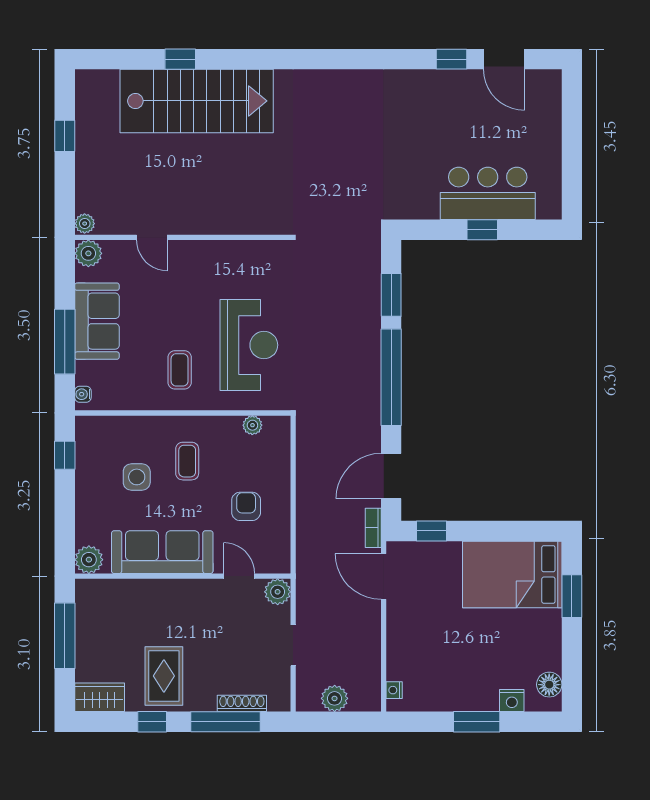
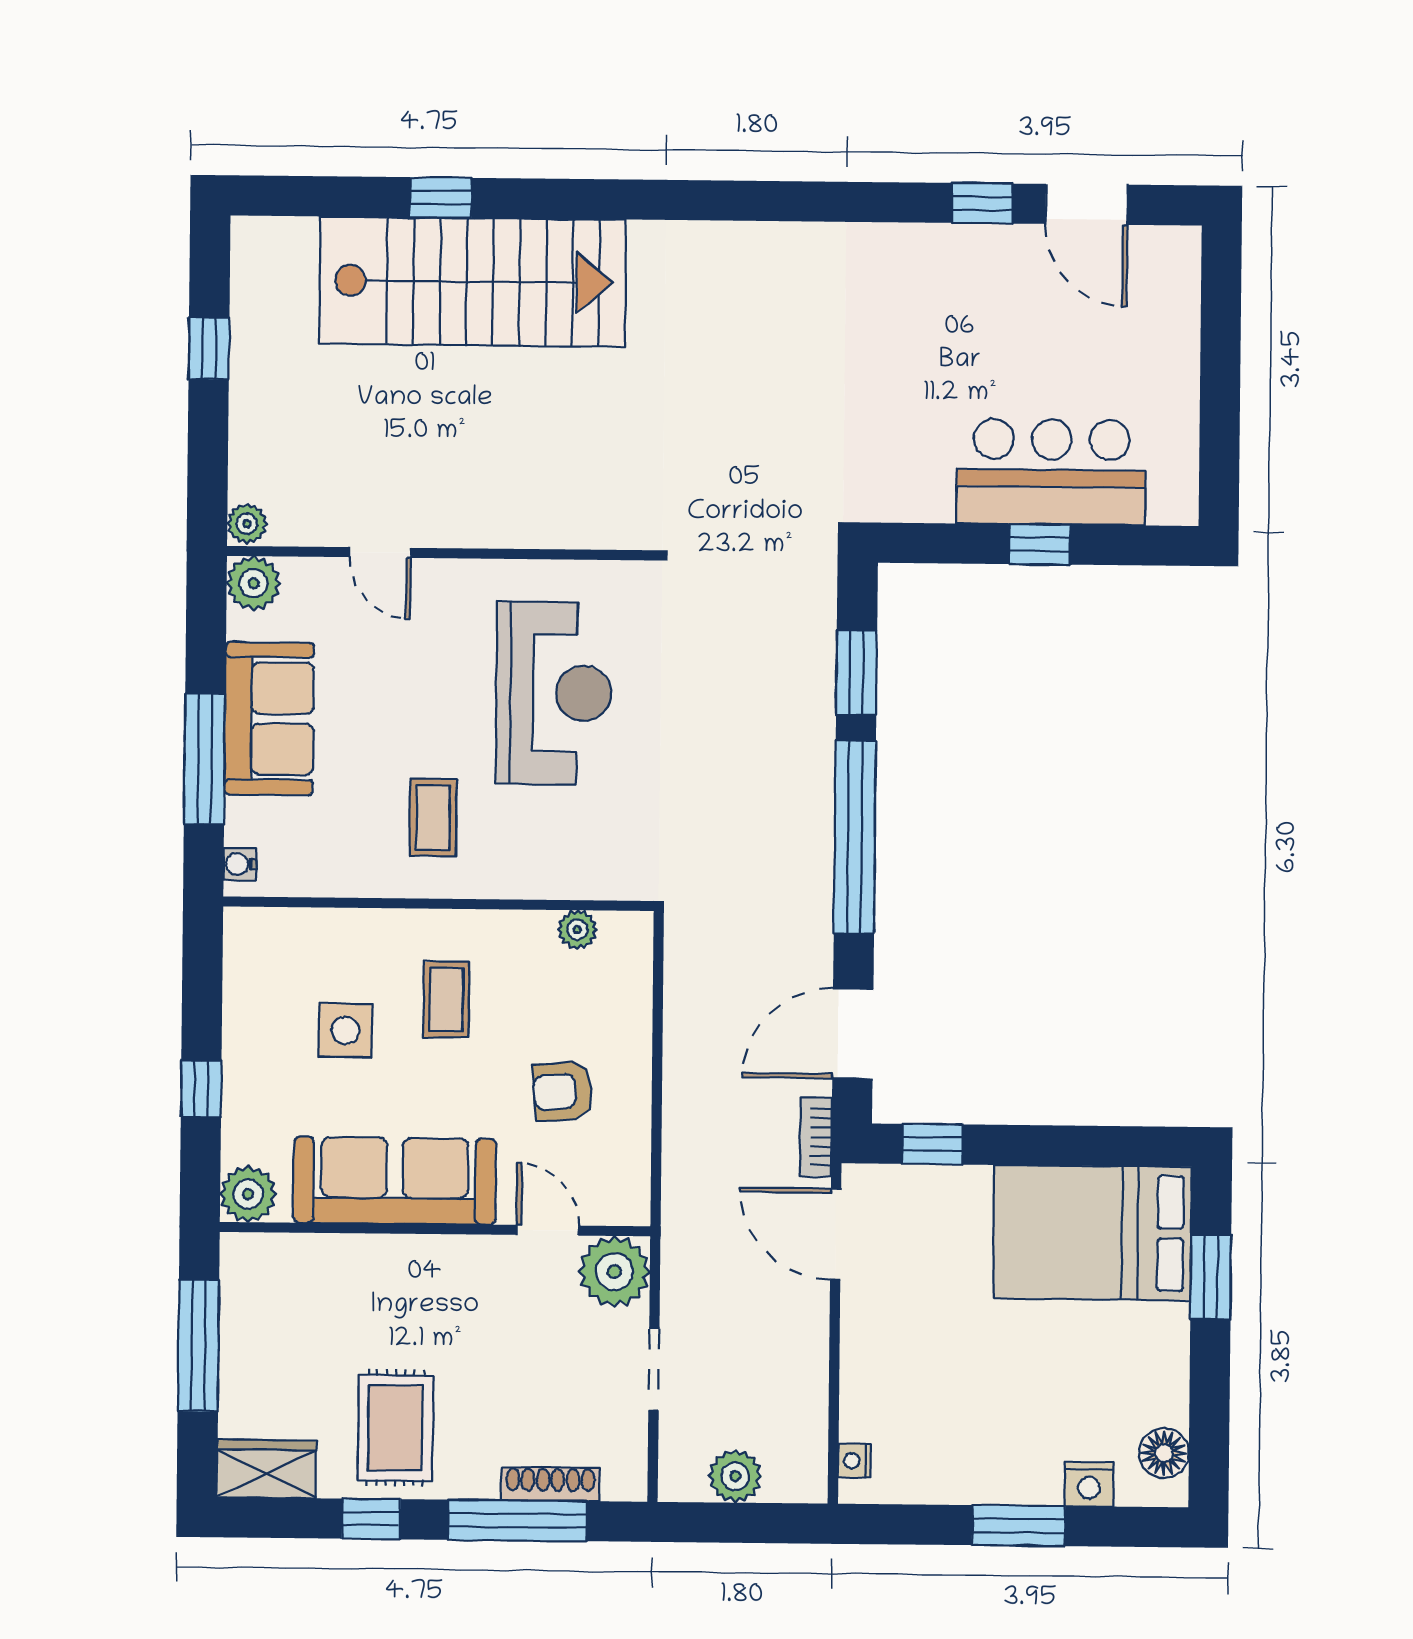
reception desk: (249, 345) -> (554, 693), moved
window: (65, 455) -> (201, 1089), moved
armchair: (246, 506) -> (563, 1091), turned -95
plant: (278, 592) -> (614, 1272), width x1.36, depth x1.36

